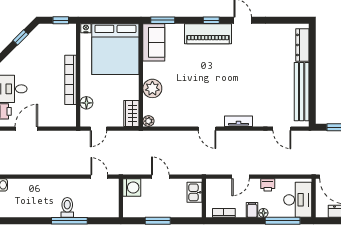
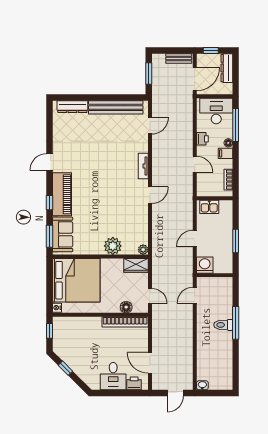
window: (211, 20) -> (49, 203), moved
sofa: (154, 42) -> (63, 234), moved, turned 90
bookcase: (70, 80) -> (125, 322), moved

